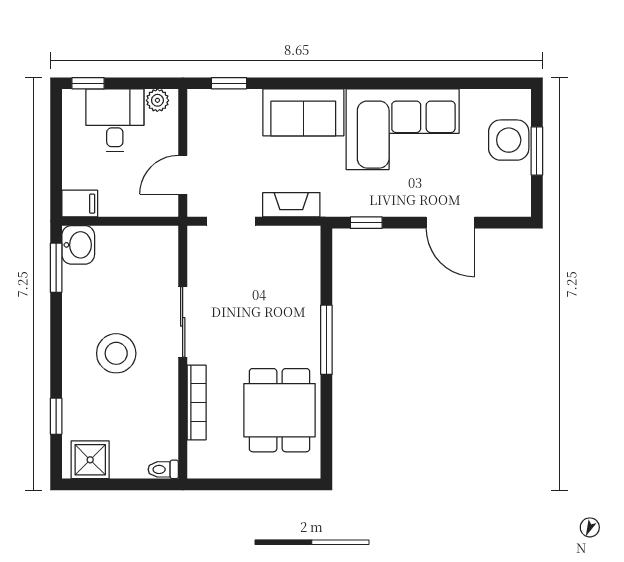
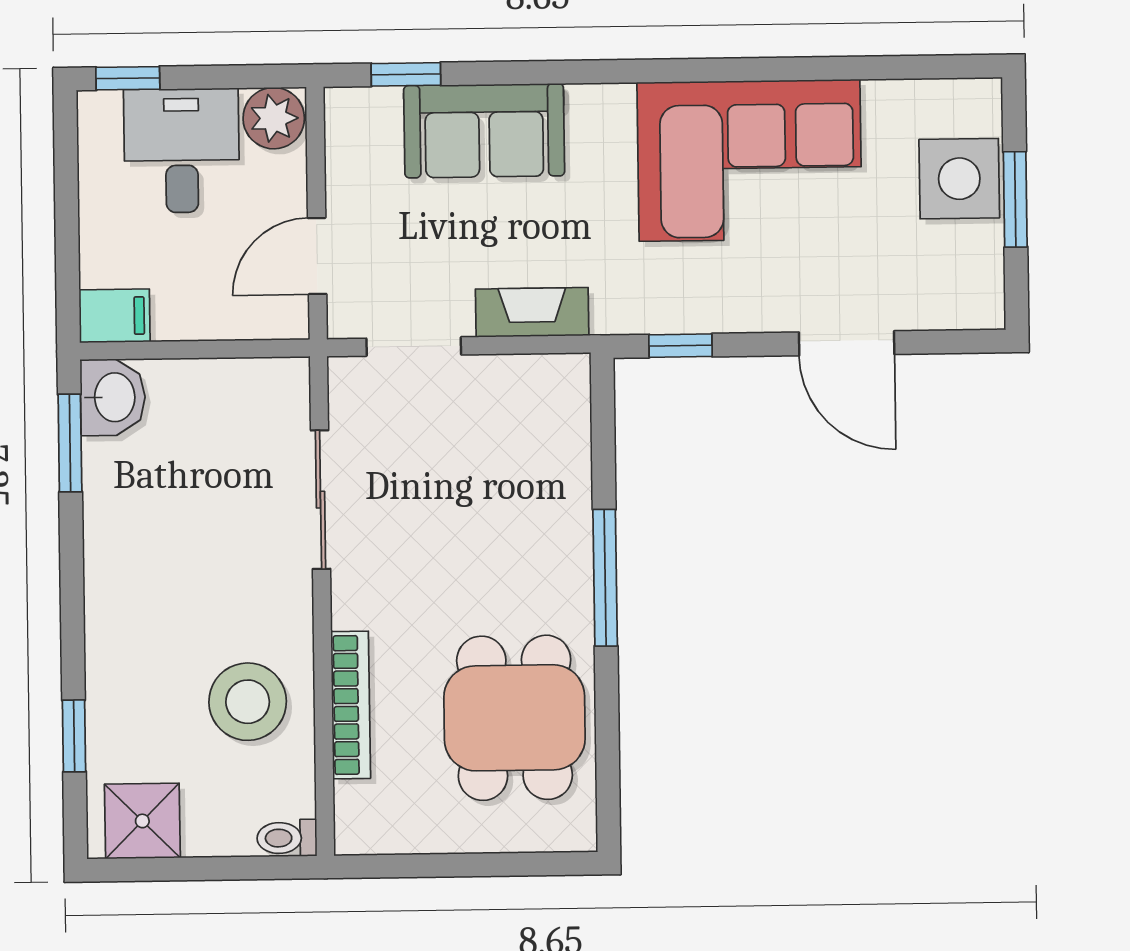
plant: (157, 100) -> (274, 118), width x1.38, depth x1.38
sofa: (303, 112) -> (484, 131), moved
sliding door: (183, 322) -> (321, 500), moved
stool: (116, 353) -> (248, 702), moved

